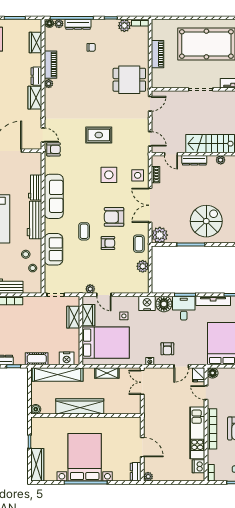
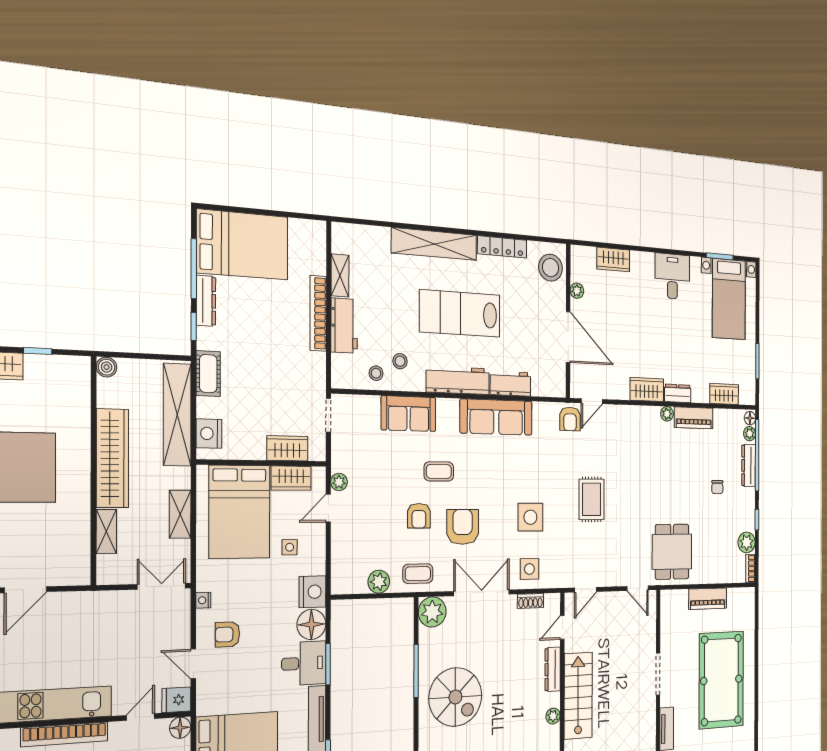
shelving: (115, 409) -> (106, 532), added

